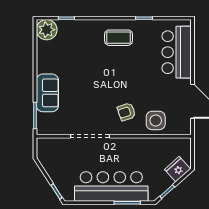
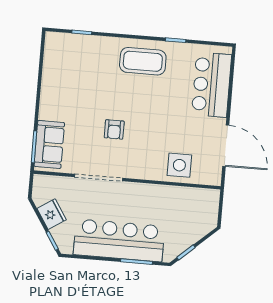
plant: (47, 30) -> (57, 44), removed
coffee table: (119, 38) -> (143, 61), width x1.36, depth x1.32
sofa: (47, 93) -> (49, 144), moved
armchair: (126, 112) -> (114, 129), moved, turned -71
fridge: (177, 169) -> (52, 214), moved, turned 99

